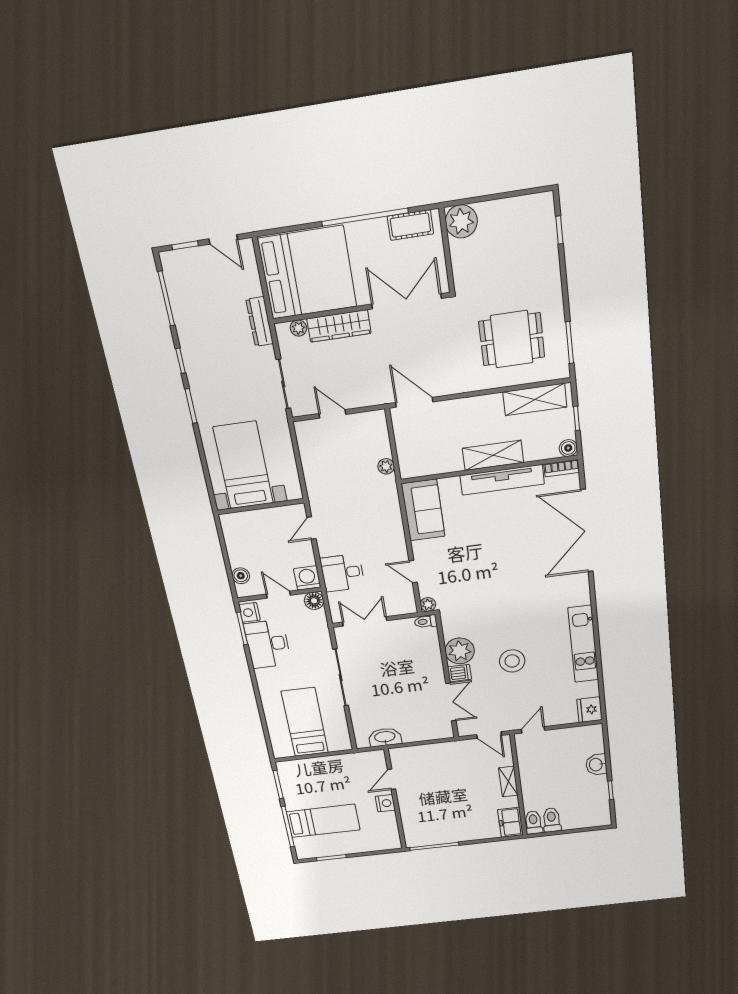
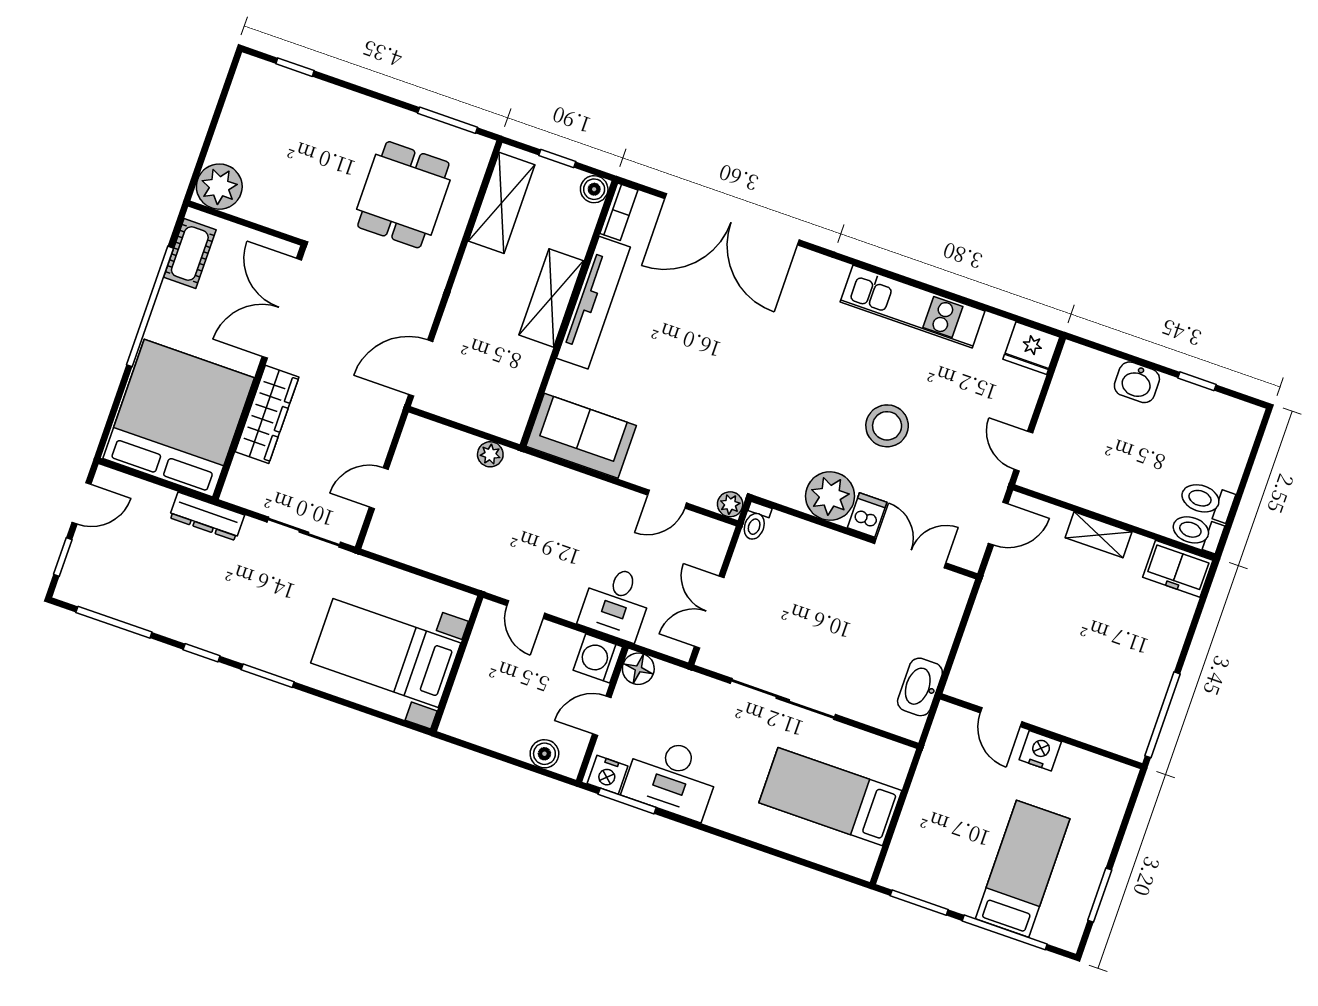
plant: (298, 328) -> (242, 470), removed

